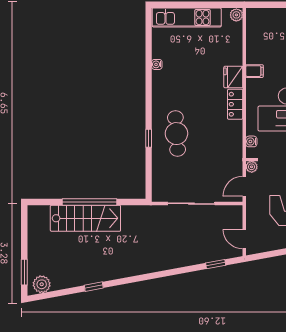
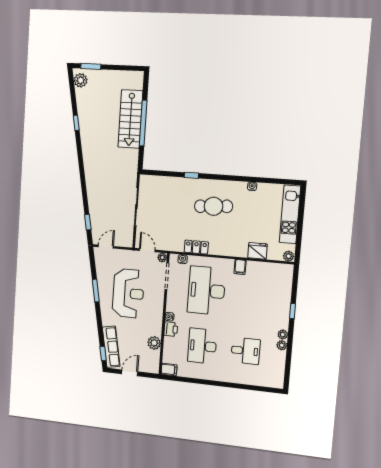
fridge: (233, 77) -> (257, 251), moved
locker: (235, 104) -> (196, 247), moved
cafe table: (176, 134) -> (214, 206), moved

